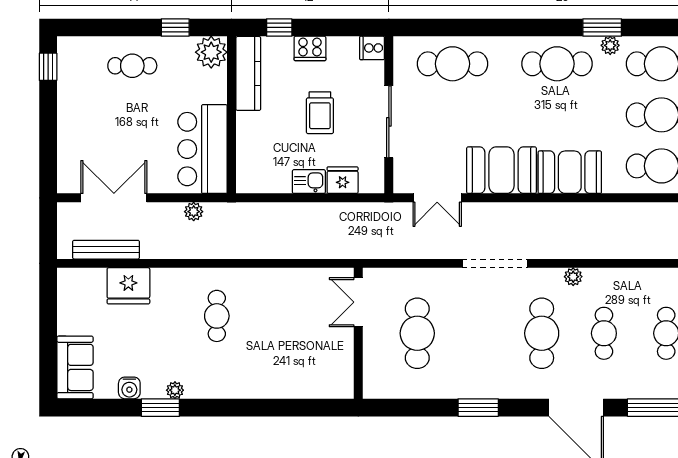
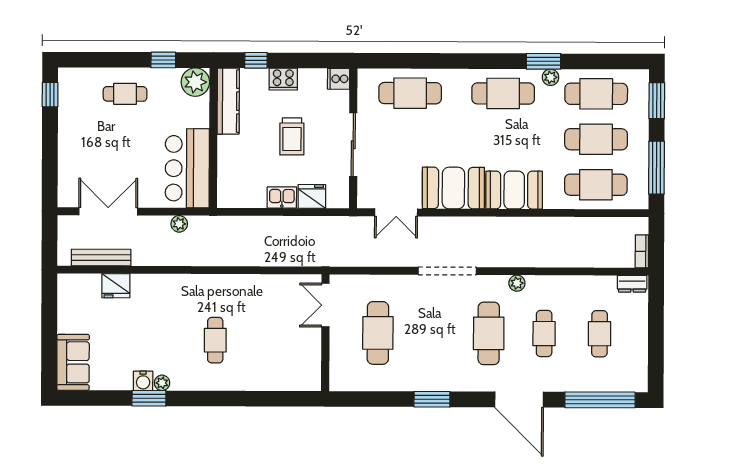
fridge: (128, 286) -> (116, 286), width x0.73, depth x0.75
cafe table: (217, 316) -> (215, 340), moved
water cooler: (129, 388) -> (143, 381), moved

